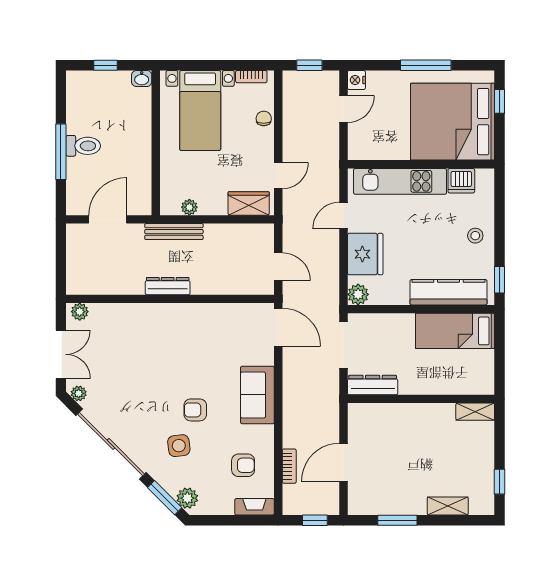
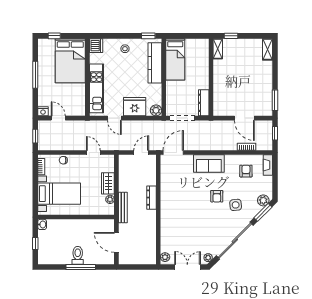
bed: (453, 122) -> (70, 61), width x0.73
dishwasher: (461, 181) -> (96, 46), moved
wardrobe: (249, 203) -> (108, 183), moved
dresser: (168, 286) -> (152, 198), moved
window: (500, 482) -> (231, 36), moved
shelving: (448, 506) -> (267, 49), moved
window: (397, 520) -> (275, 100), moved

